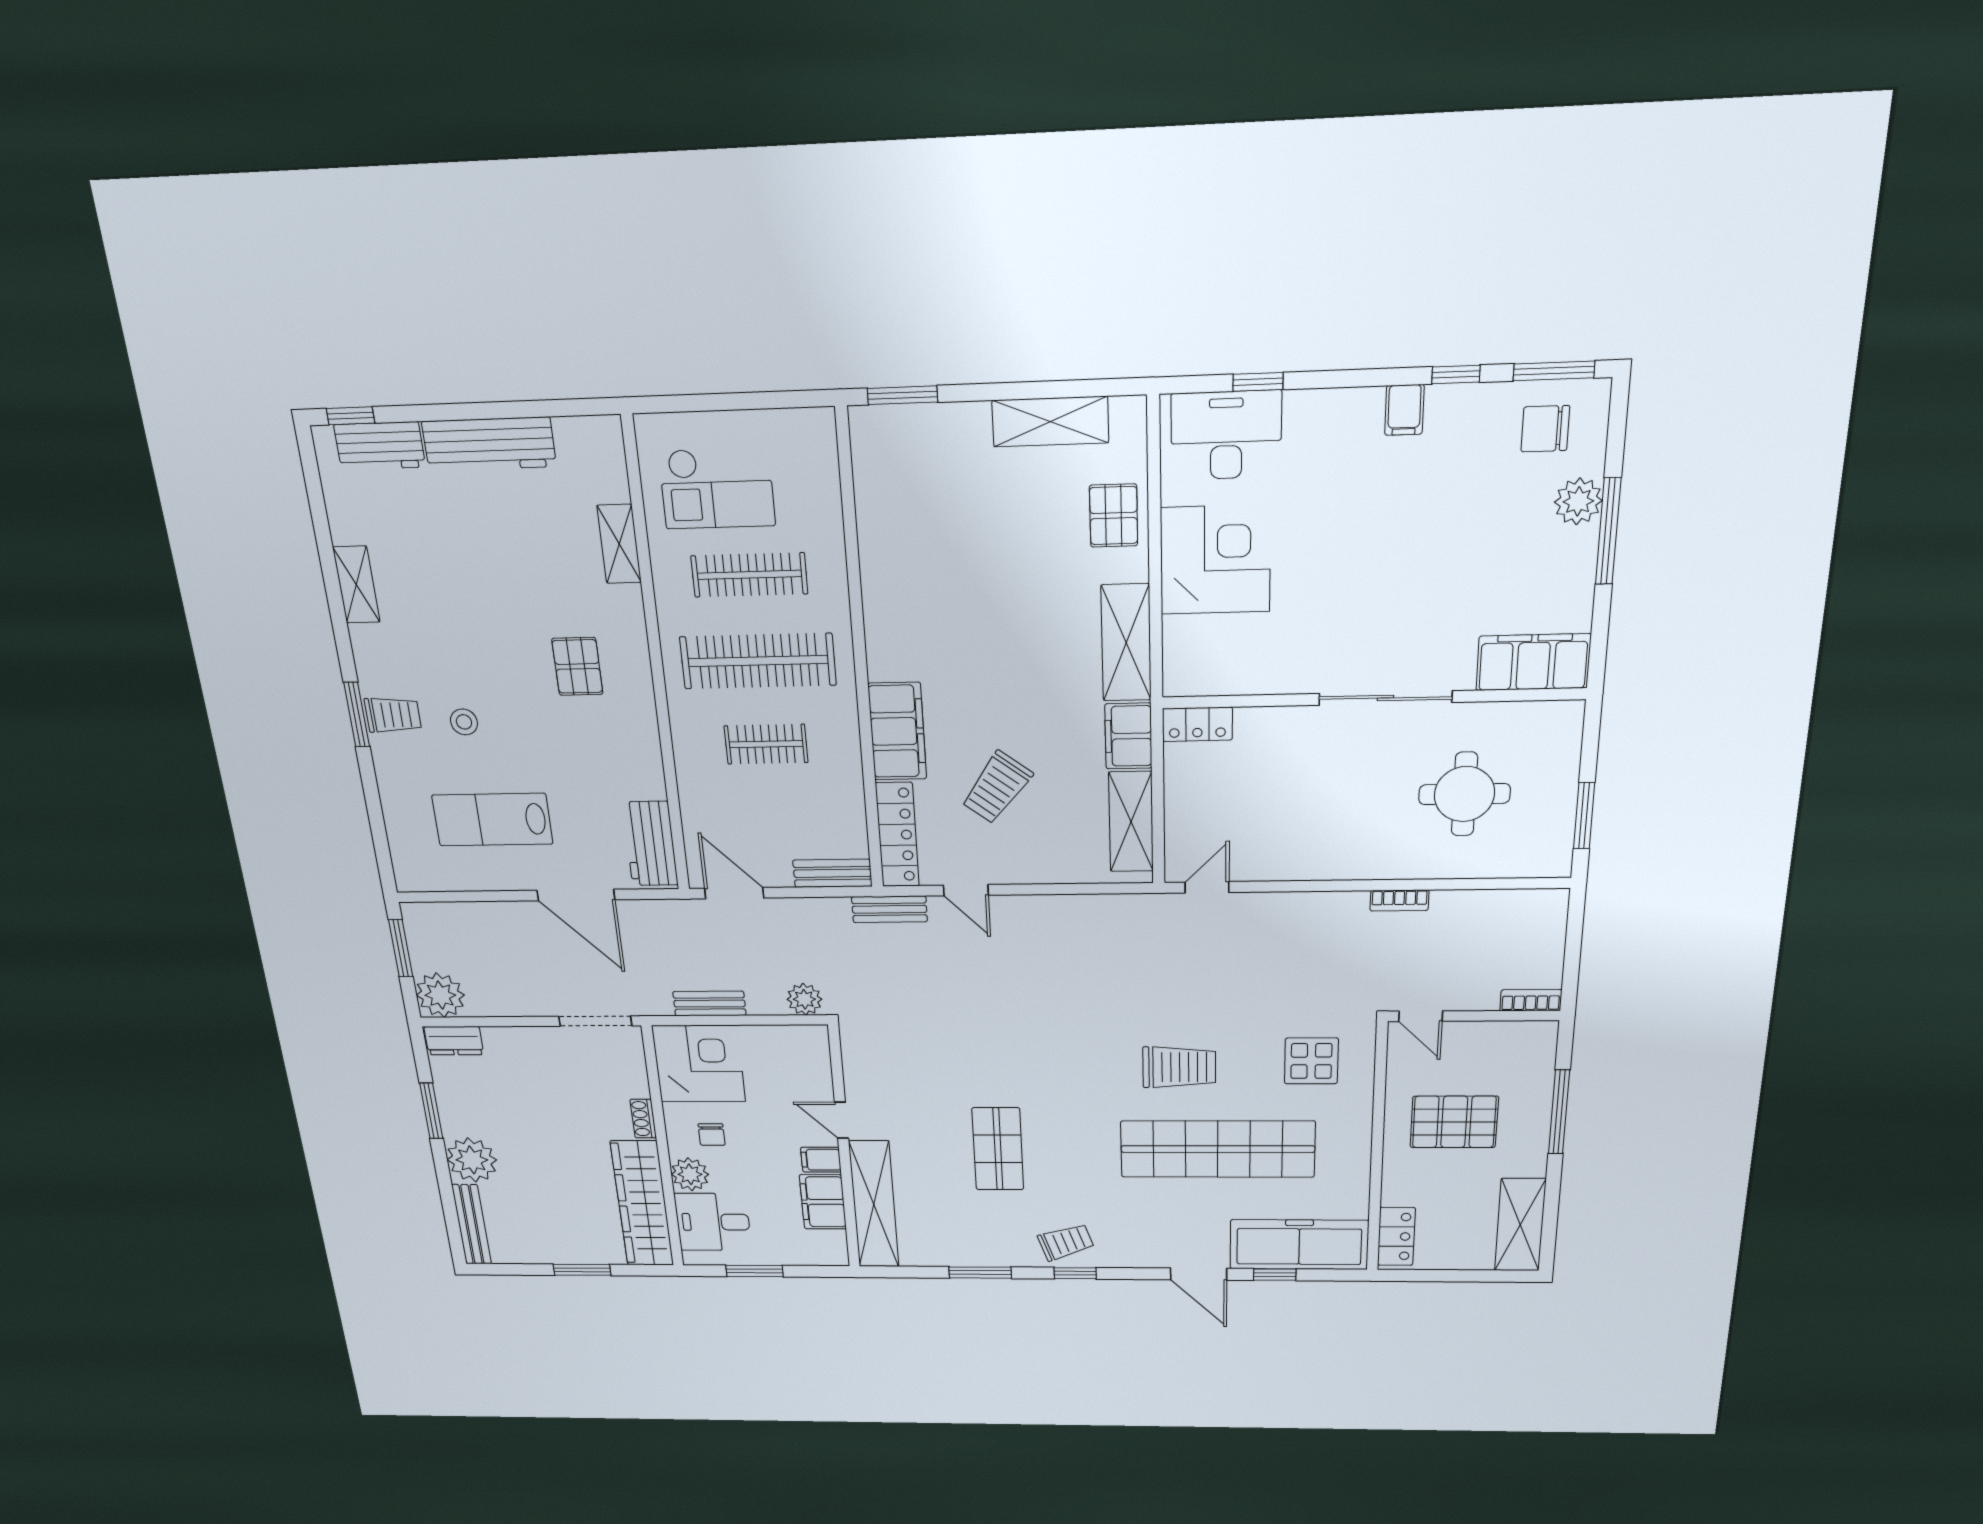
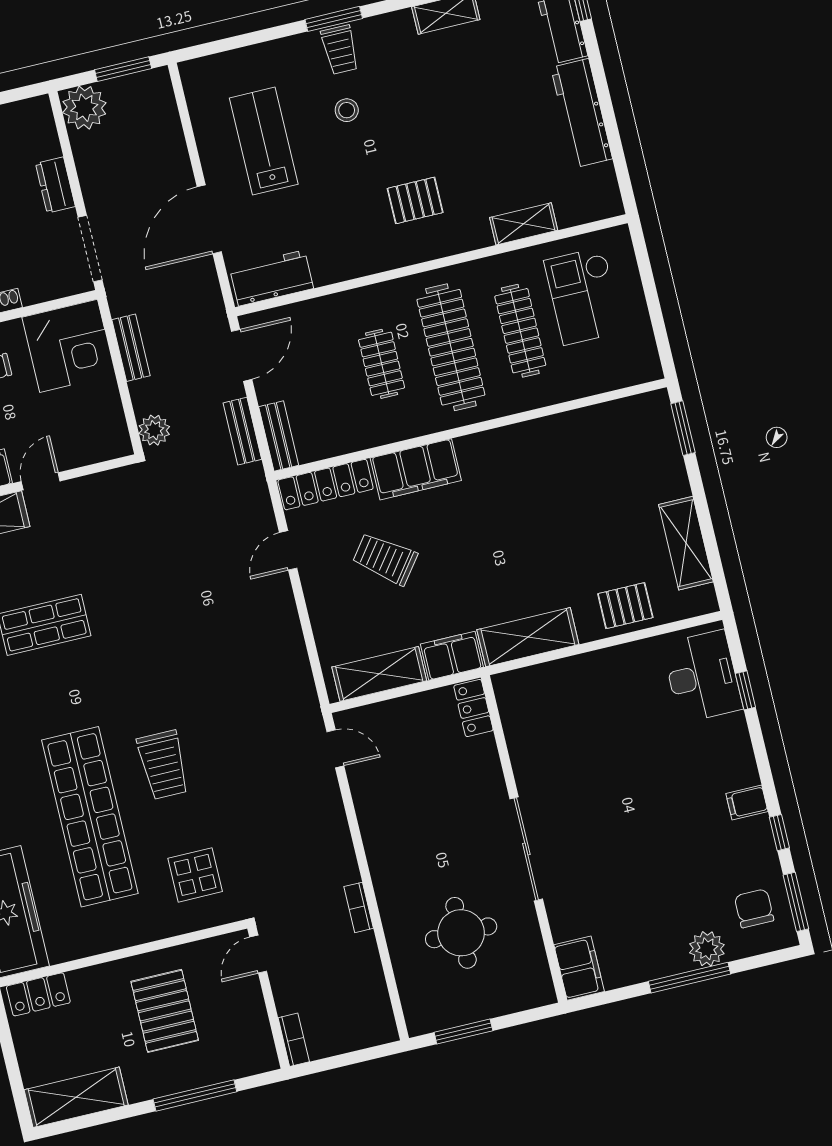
corner desk: (1215, 560) -> (607, 691), removed
filing cabinet: (1533, 662) -> (579, 968), width x0.67, depth x0.86
bench: (889, 909) -> (242, 431), moved
dresser: (454, 1041) -> (55, 185), moved

